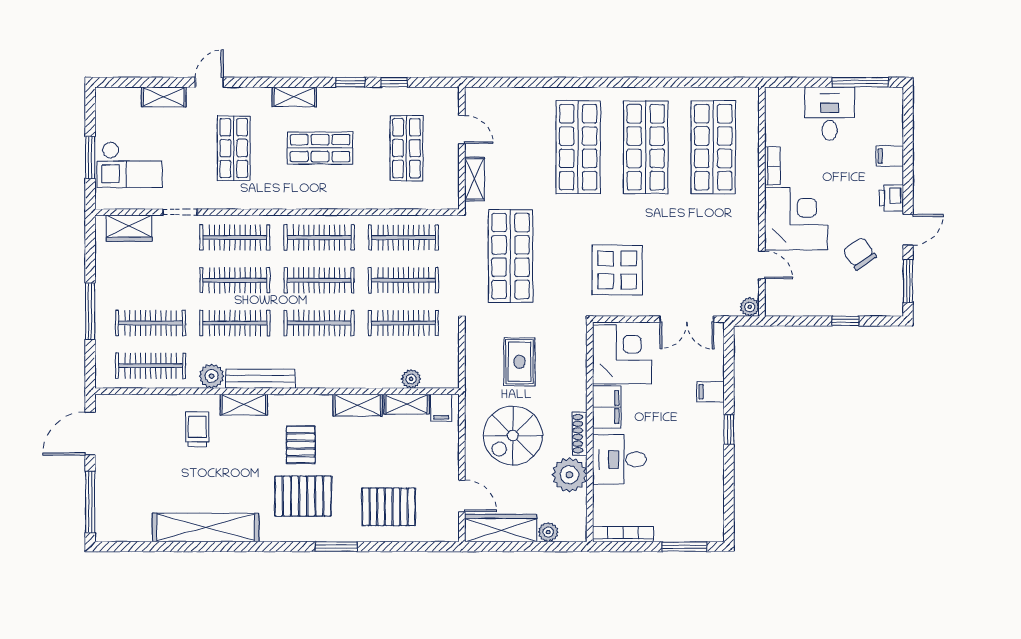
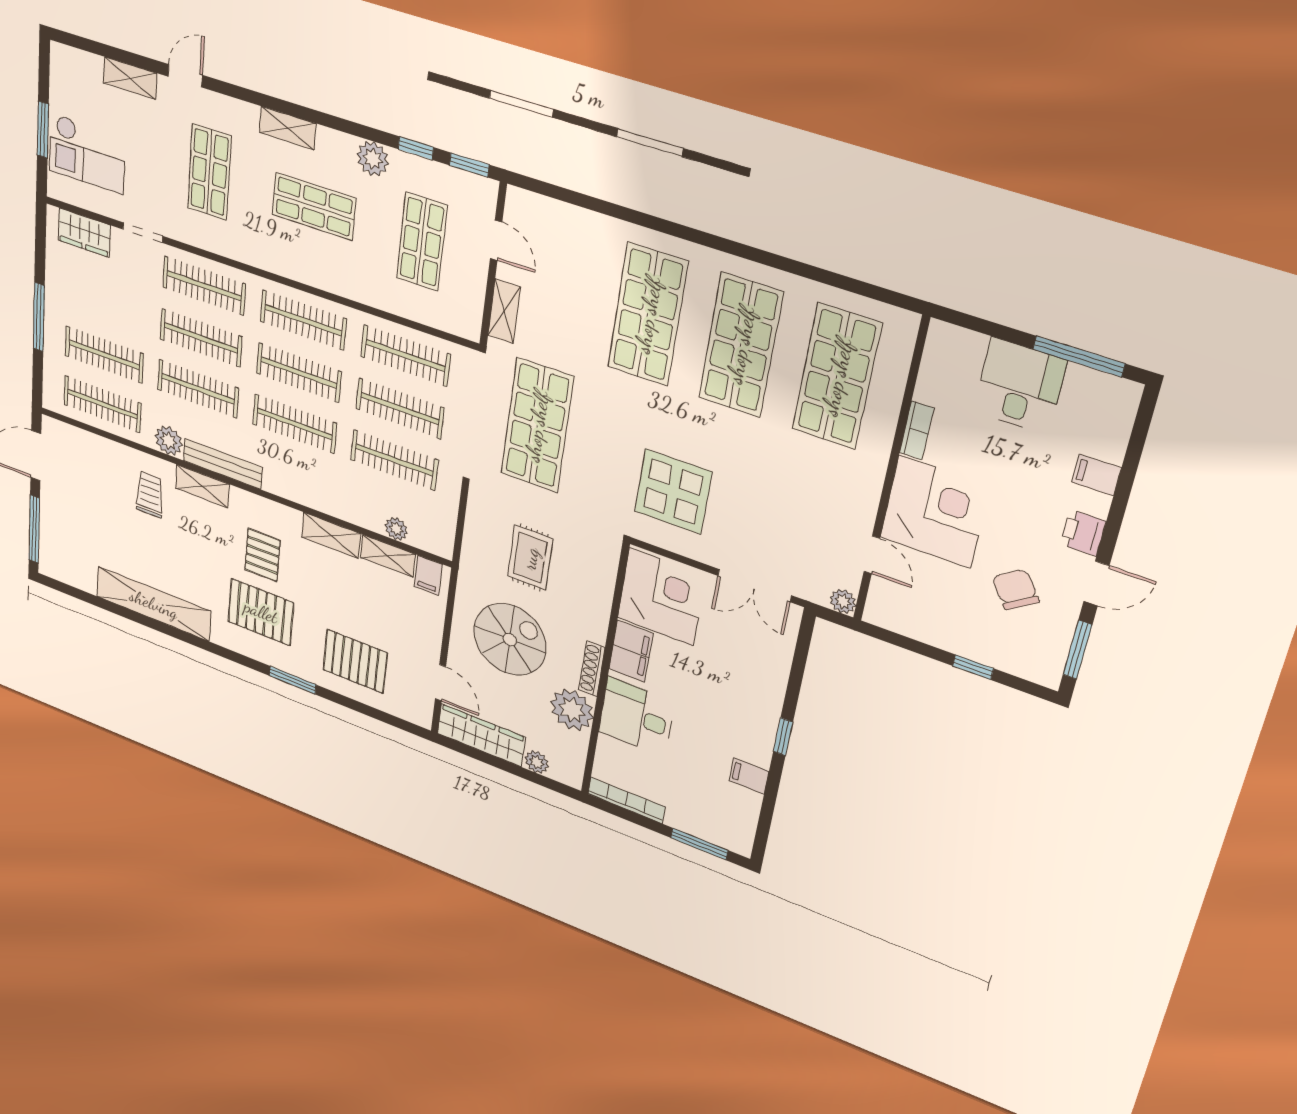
window: (350, 82) -> (469, 165), moved
plant: (363, 99) -> (373, 159), added
filing cabinet: (711, 392) -> (749, 776), moved
spiral stairs: (513, 436) -> (510, 639), turned 180

